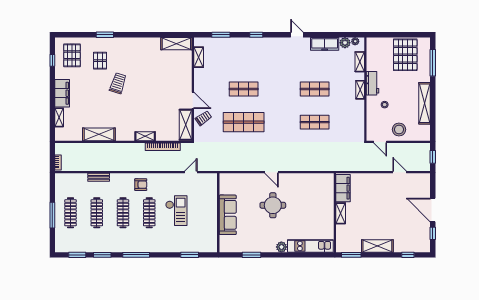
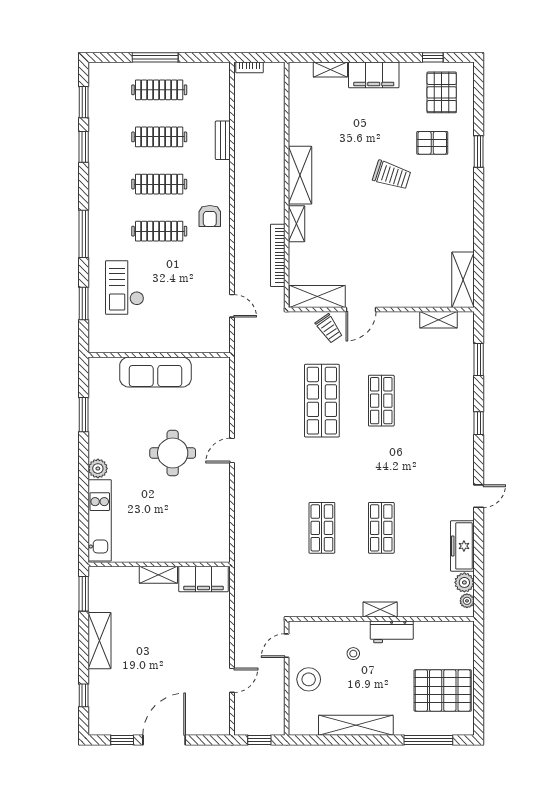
pallet: (72, 55) -> (442, 92), turned 90
shelving: (360, 62) -> (430, 609), removed
shelving: (99, 134) -> (300, 175), moved
checkout: (176, 211) -> (125, 287), moved, turned 90
window: (136, 255) -> (84, 234), moved

